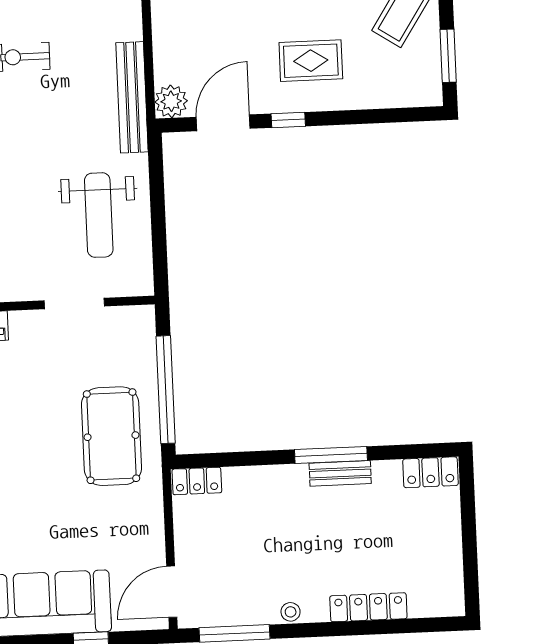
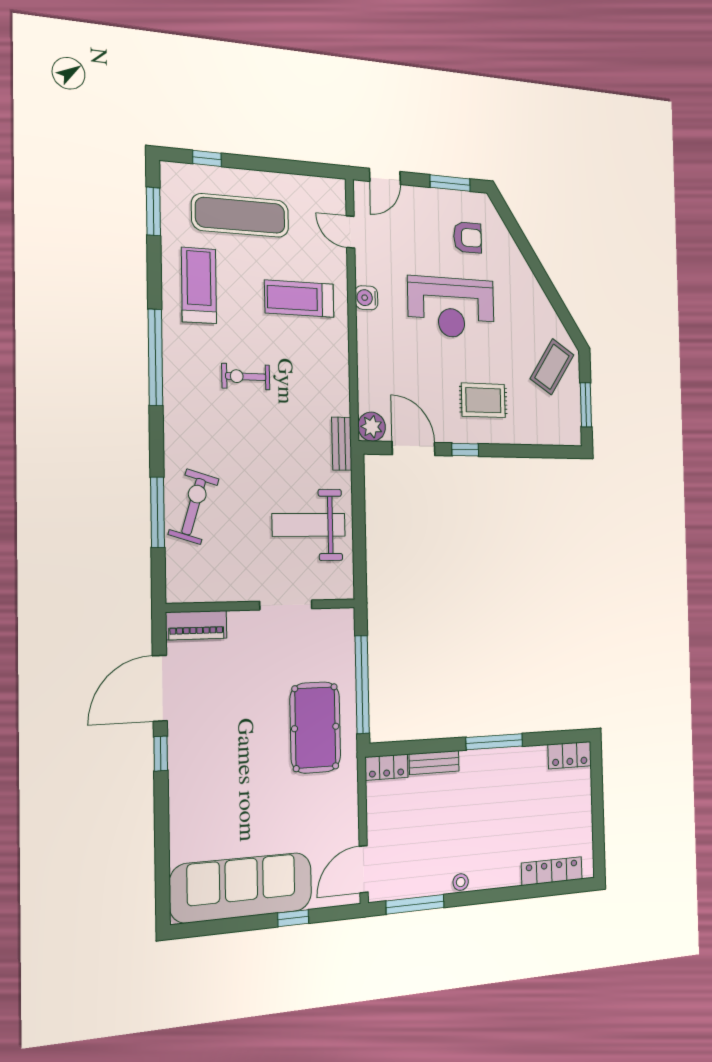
bench: (132, 97) -> (342, 444), width x0.54, depth x0.82
door: (223, 123) -> (414, 449), hinge flipped
weight bench: (99, 215) -> (309, 525), turned 90
bench: (340, 473) -> (434, 763), moved
locker: (368, 607) -> (552, 871), moved

